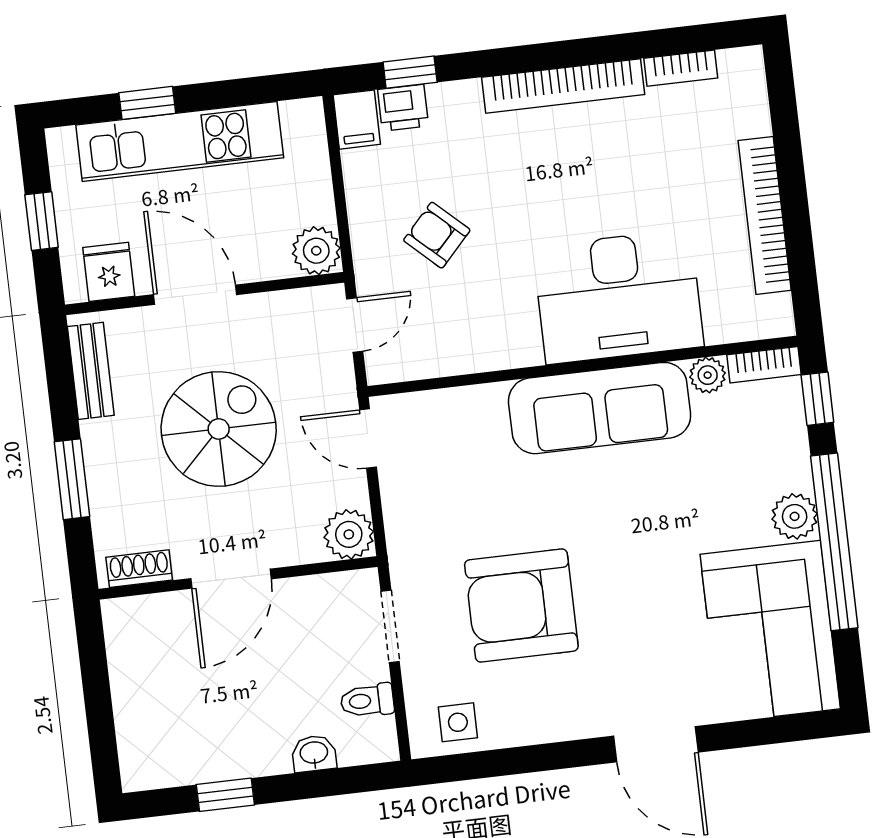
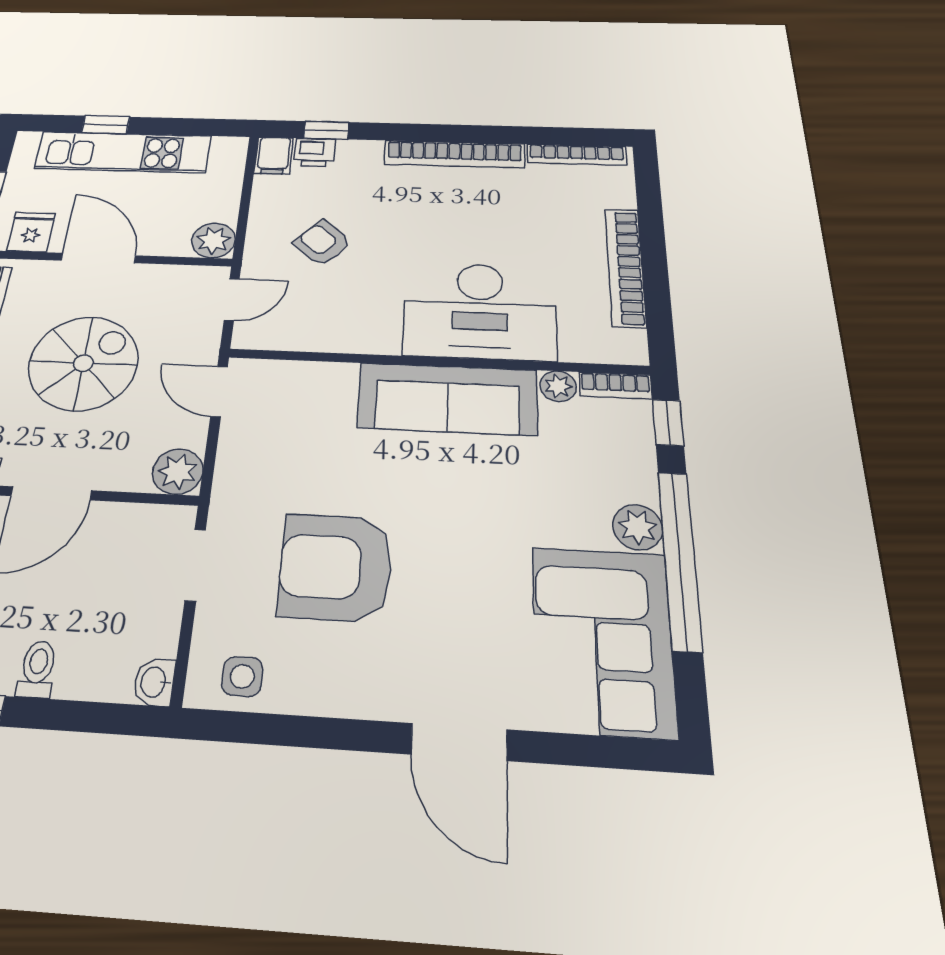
bookcase: (681, 68) -> (577, 155), width x1.56
toilet: (367, 701) -> (37, 669), moved, turned 90
washbasin: (314, 753) -> (154, 682), moved, turned -90

